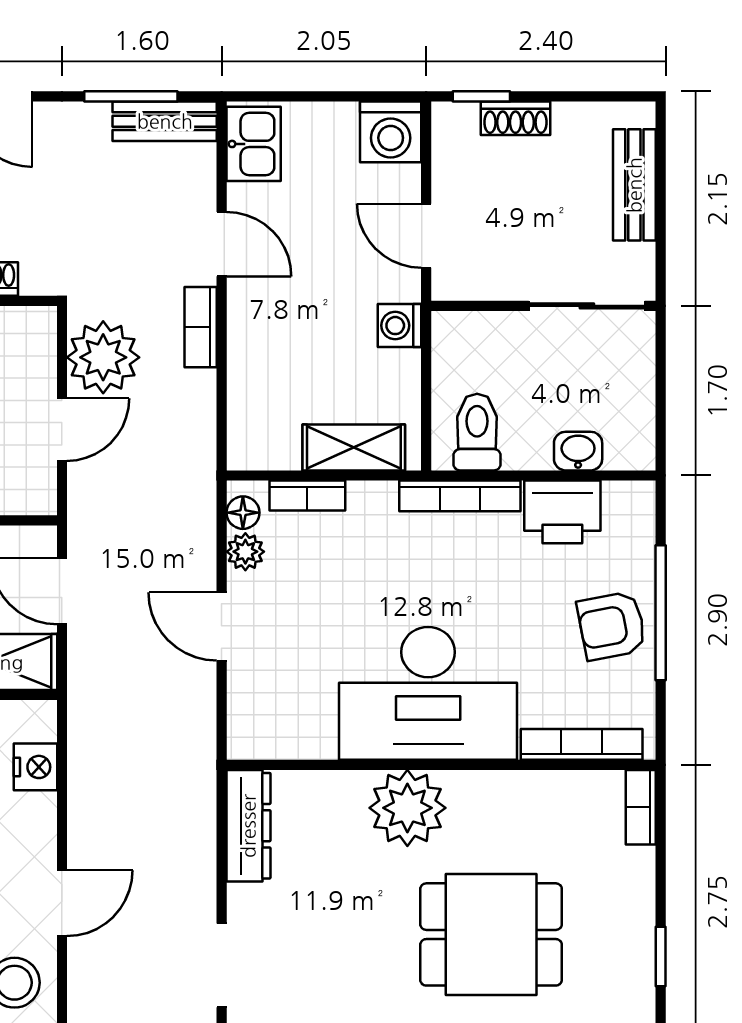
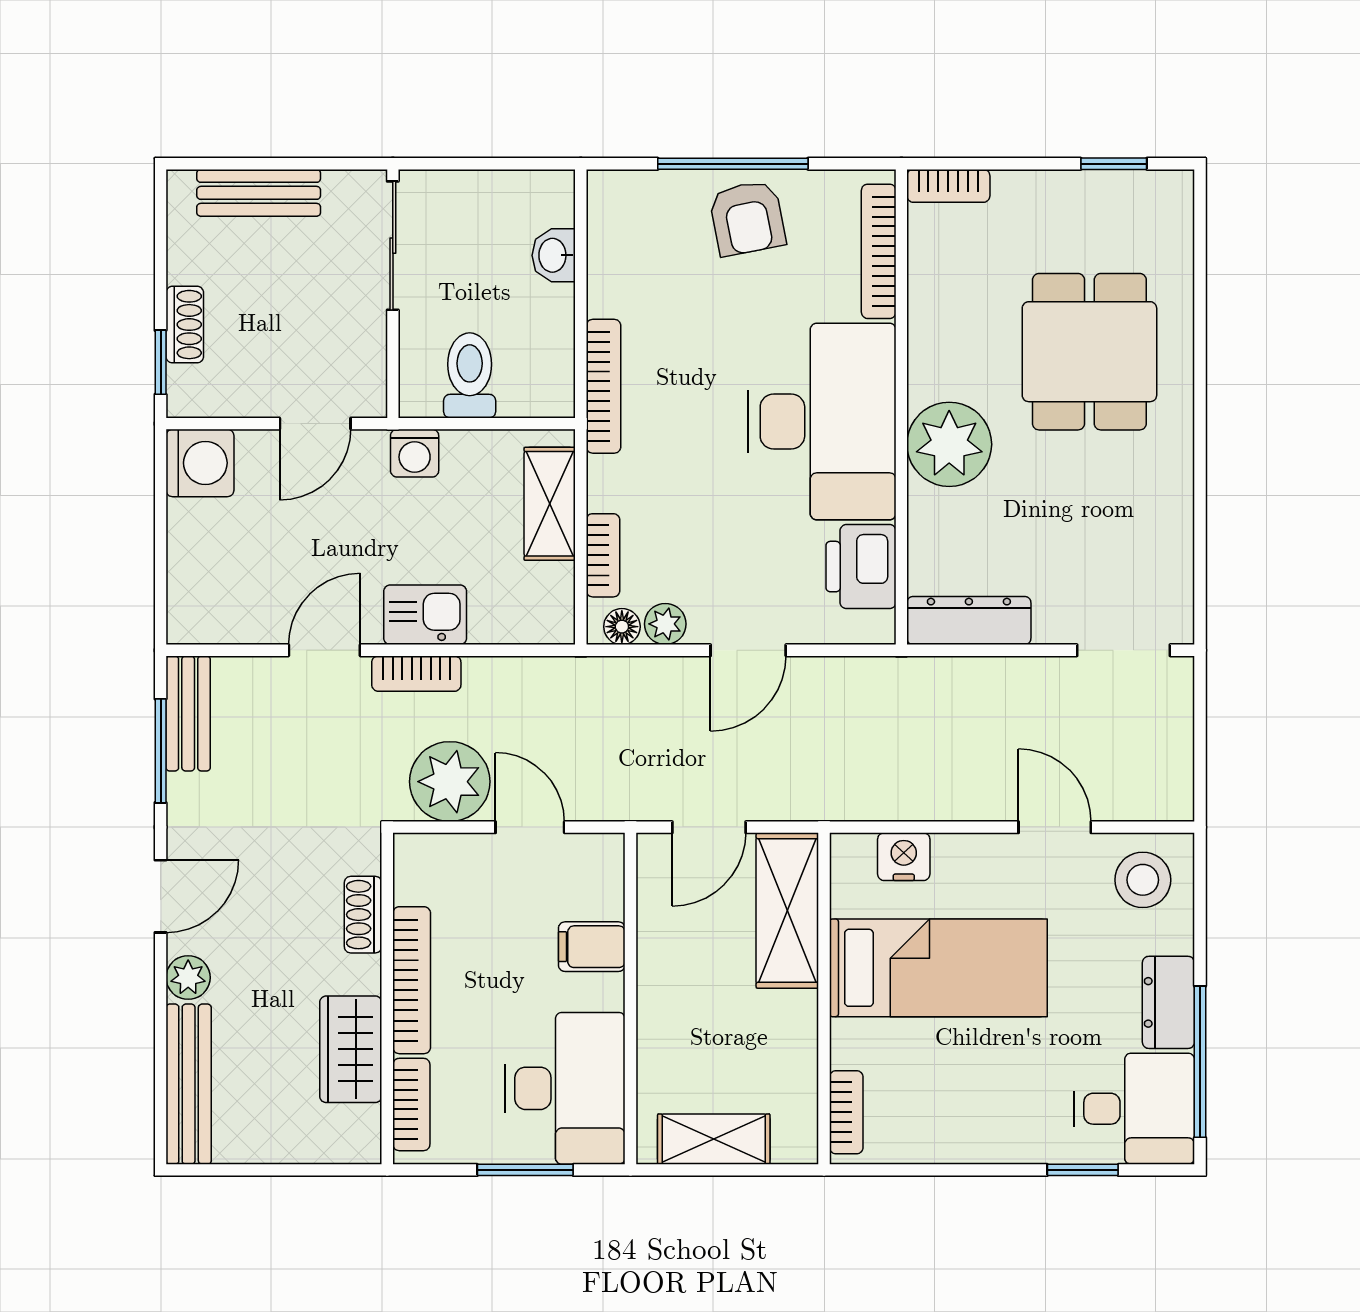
kitchen sink: (254, 144) -> (425, 615), moved
toilet: (477, 432) -> (470, 375), moved, turned 90
printer: (562, 512) -> (861, 567), moved, turned 180

